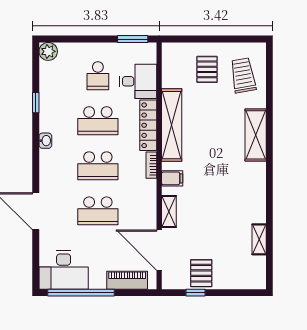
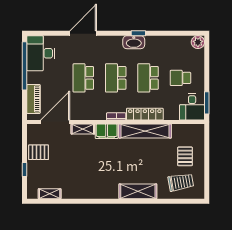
pallet: (207, 69) -> (185, 156), turned 90
desk: (138, 81) -> (192, 107), moved
window: (36, 103) -> (138, 33), moved
washbasin: (45, 141) -> (134, 42), width x1.91, depth x1.45
filing cabinet: (172, 178) -> (107, 131), width x2.00
shelving: (259, 239) -> (50, 194), moved
window: (195, 293) -> (25, 170), moved

